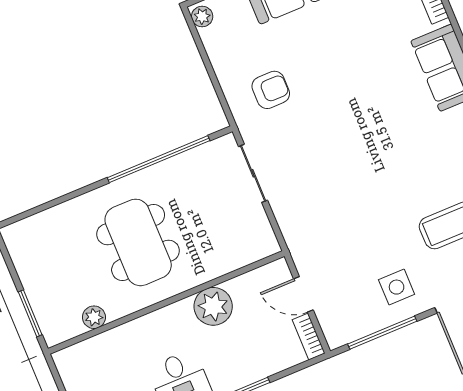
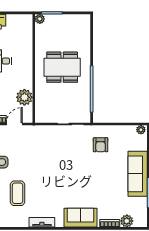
plant: (213, 306) -> (24, 97), moved
plant: (94, 317) -> (40, 19), moved

